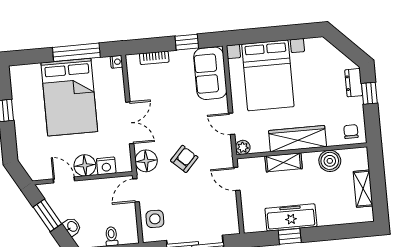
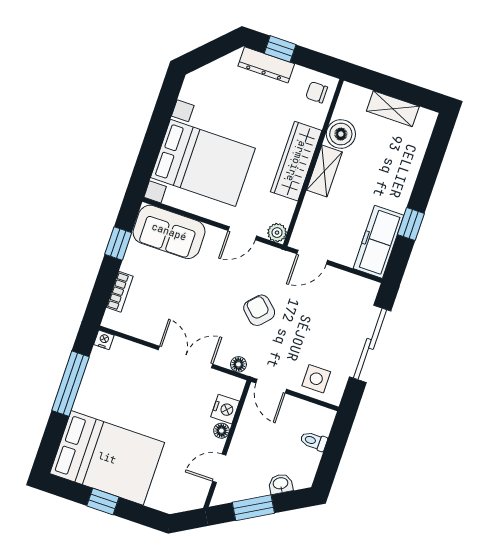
dresser: (354, 83) -> (266, 65), width x1.44
bed: (69, 97) -> (107, 458), moved
floor lamp: (146, 161) -> (238, 364), width x0.53, depth x0.53
shelving: (284, 162) -> (324, 171), moved
floor lamp: (85, 165) -> (221, 431), width x0.53, depth x0.53
freezer: (291, 217) -> (379, 242), moved

